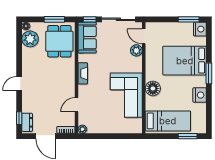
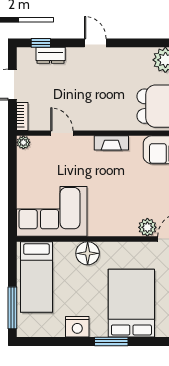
corner sofa: (126, 95) -> (52, 211), moved
dresser: (27, 122) -> (51, 55), moved
window: (188, 136) -> (12, 308), width x1.44

